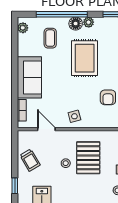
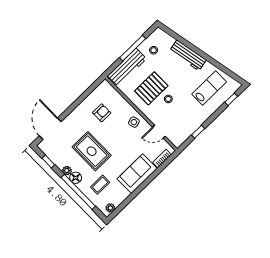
rug: (85, 58) -> (92, 151), turned 90
door: (46, 129) -> (159, 132), hinge flipped
trolley: (30, 160) -> (188, 123), removed
window: (15, 186) -> (198, 132), moved

